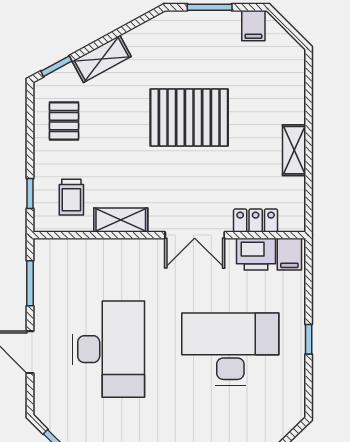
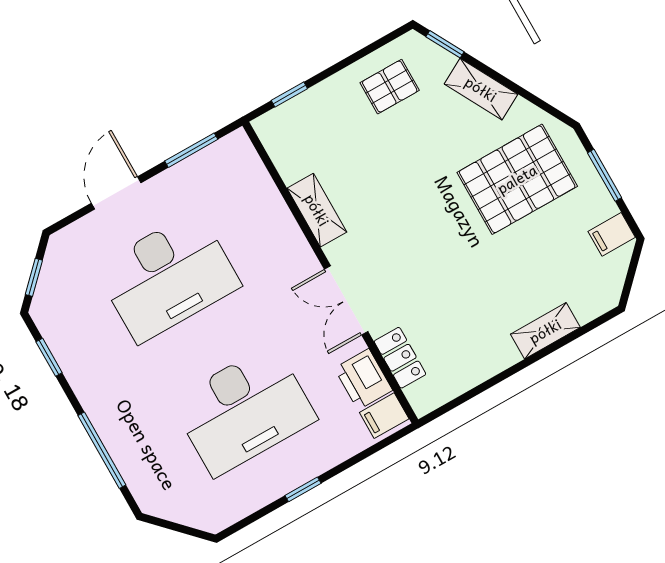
pallet: (189, 117) -> (517, 179), moved, turned 90
shelving: (294, 150) -> (545, 331), moved
trolley: (71, 197) -> (311, 142), removed
desk: (230, 349) -> (244, 410), turned 90

